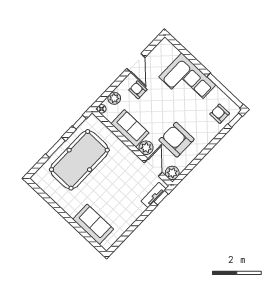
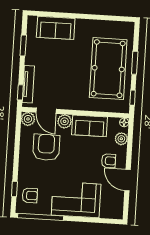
window: (235, 120) -> (14, 189), moved
armchair: (177, 140) -> (46, 147), turned -90
tv unit: (154, 195) -> (28, 84), width x1.41
window: (129, 232) -> (23, 45), added

